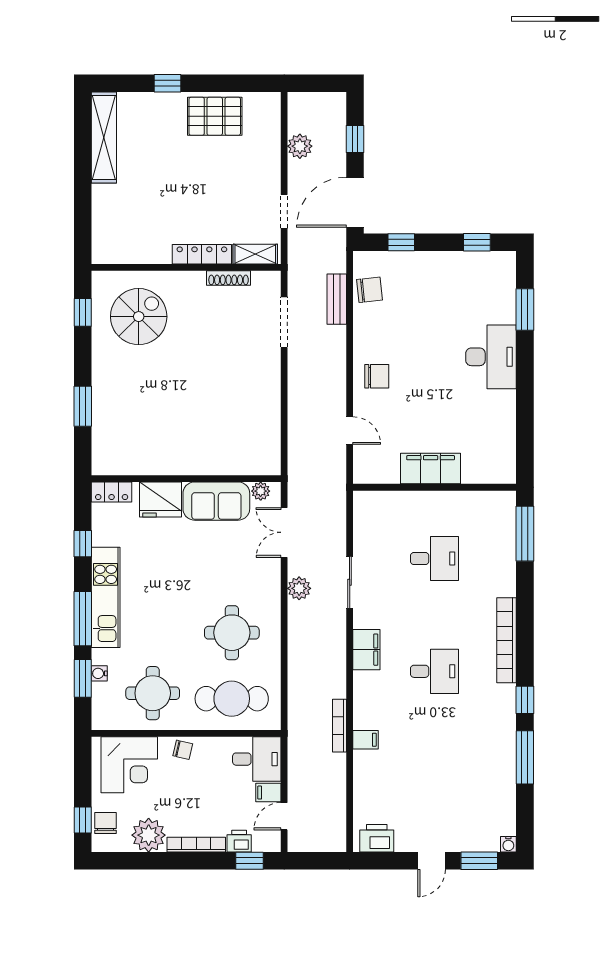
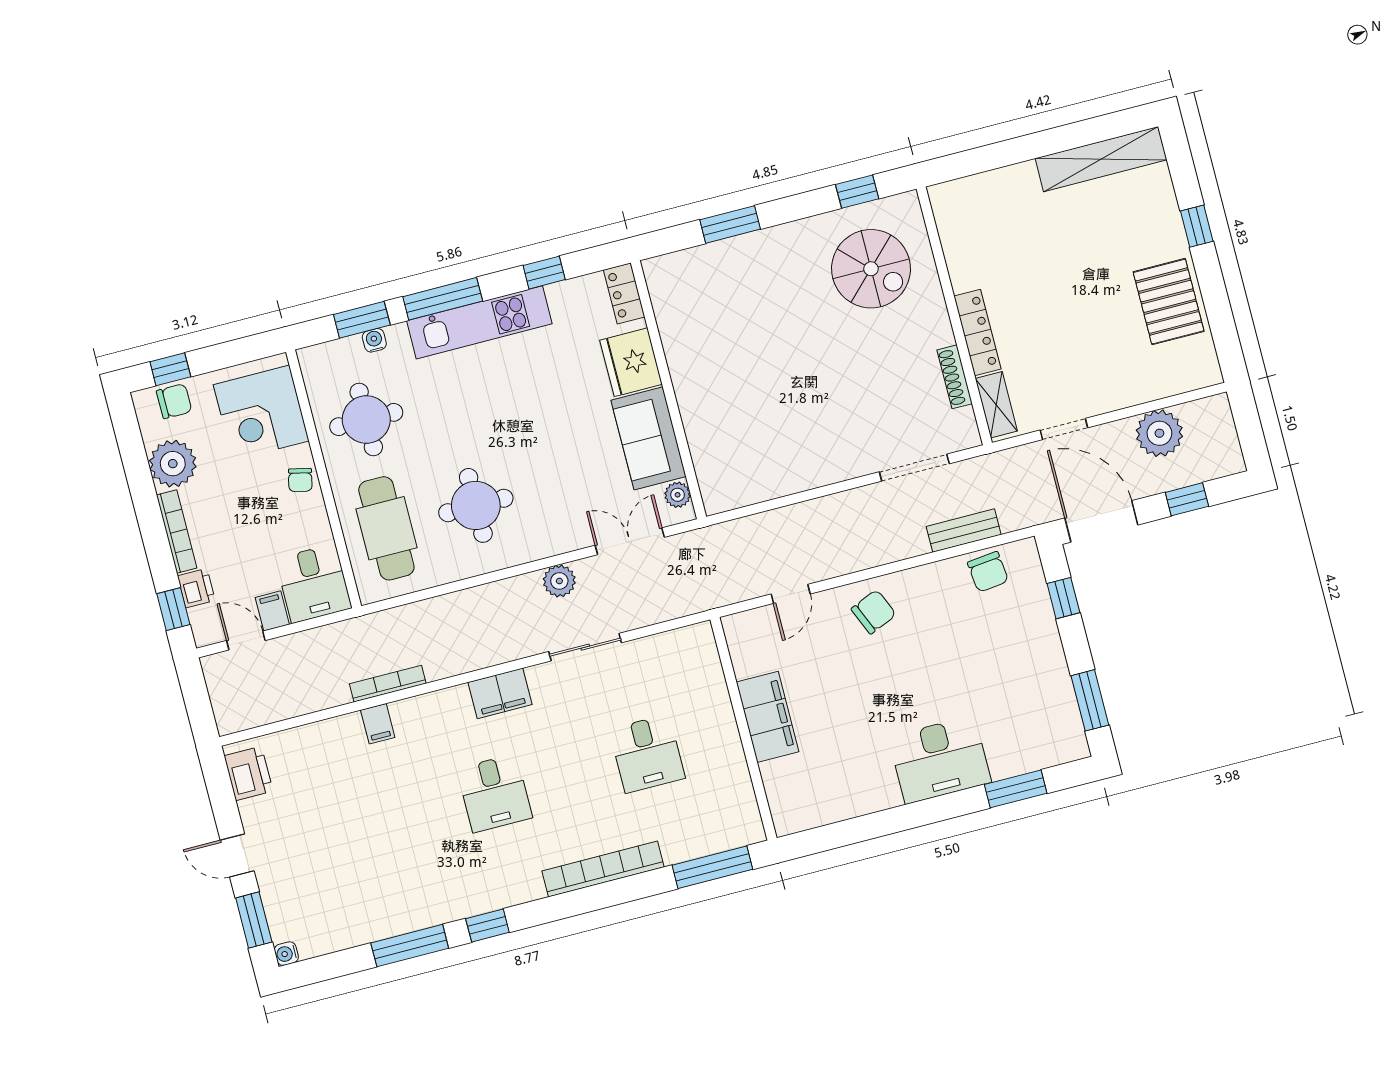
plant: (300, 146) -> (1159, 433), width x1.36, depth x1.36
window: (477, 242) -> (1090, 700), width x1.50
chair: (377, 376) -> (874, 612), turned -113
bookcase: (506, 640) -> (603, 869), moved

